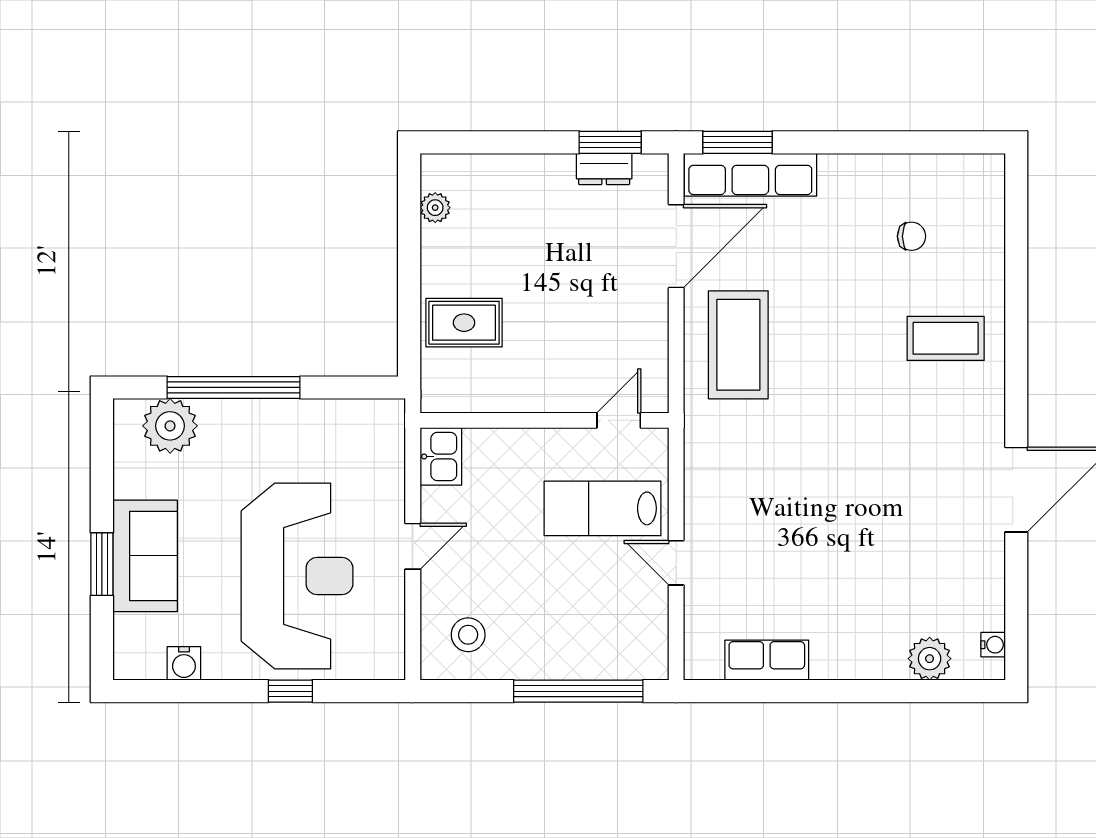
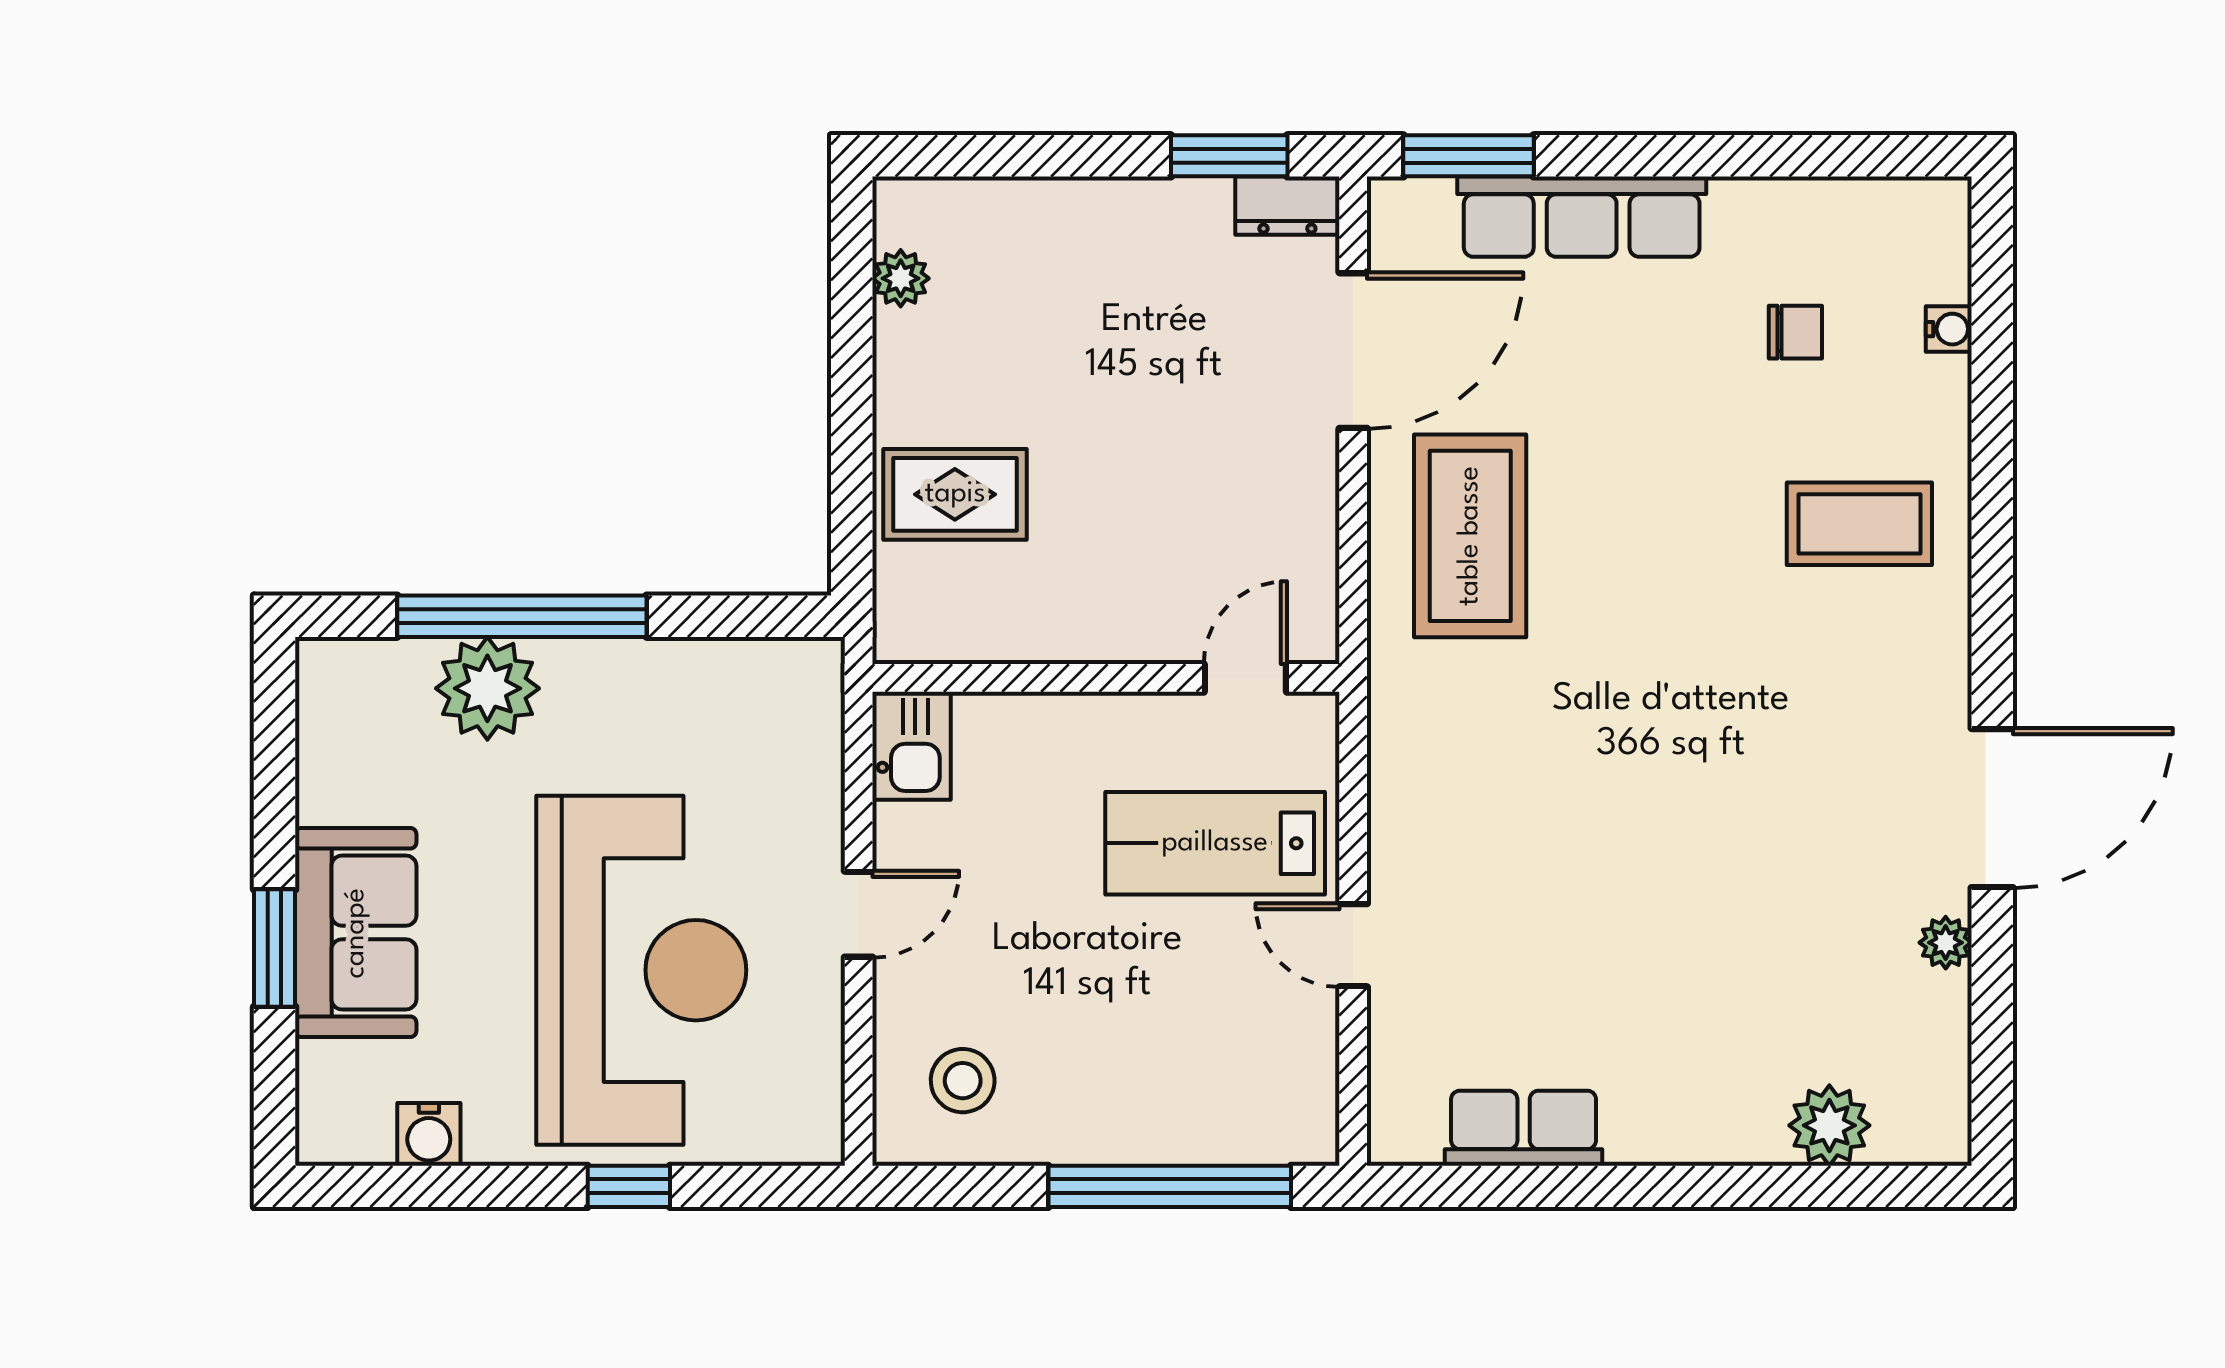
dresser: (604, 169) -> (1287, 206), moved
row of seats: (750, 175) -> (1582, 217), moved
plant: (170, 426) -> (487, 688), moved
plant: (991, 561) -> (1946, 943), added
water cooler: (993, 645) -> (1949, 329), moved

